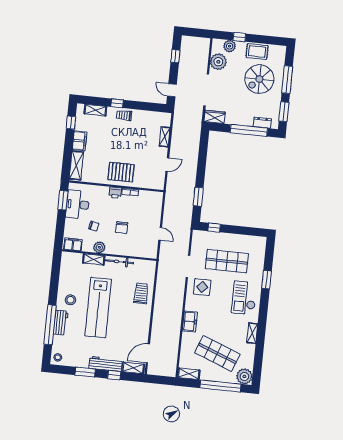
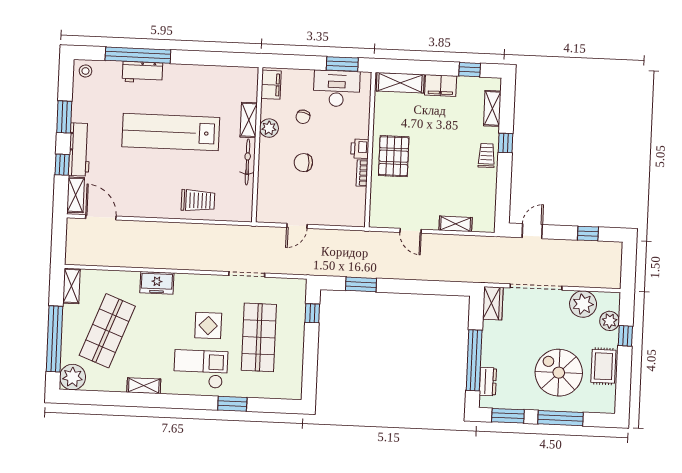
display table: (202, 287) -> (208, 326), moved
stool: (70, 300) -> (180, 86), removed

